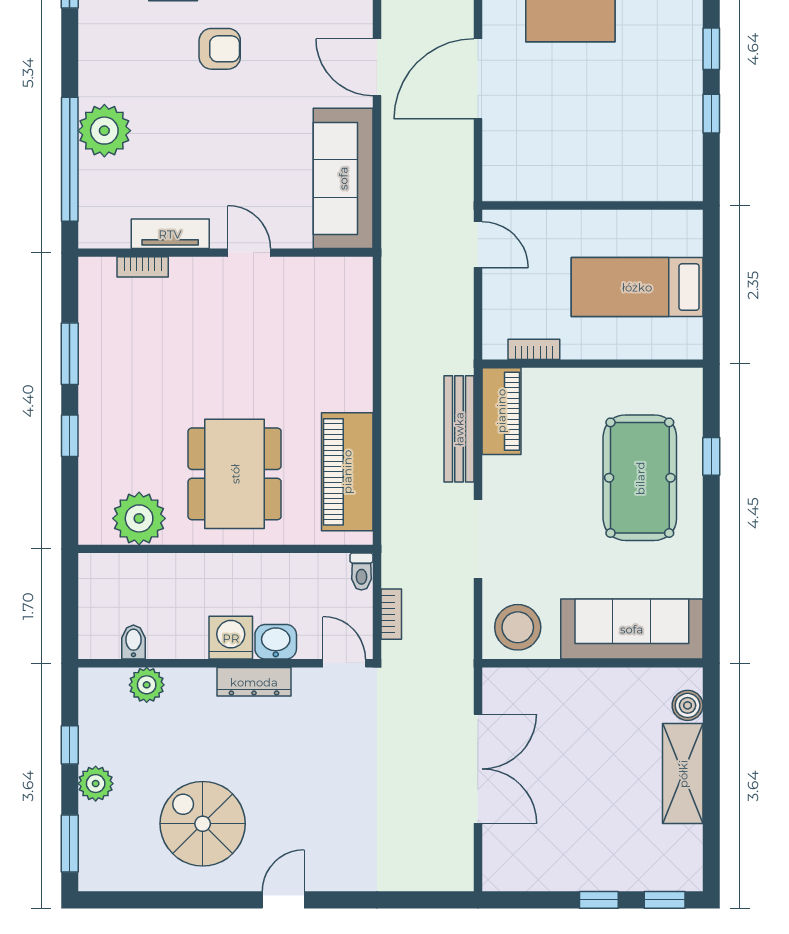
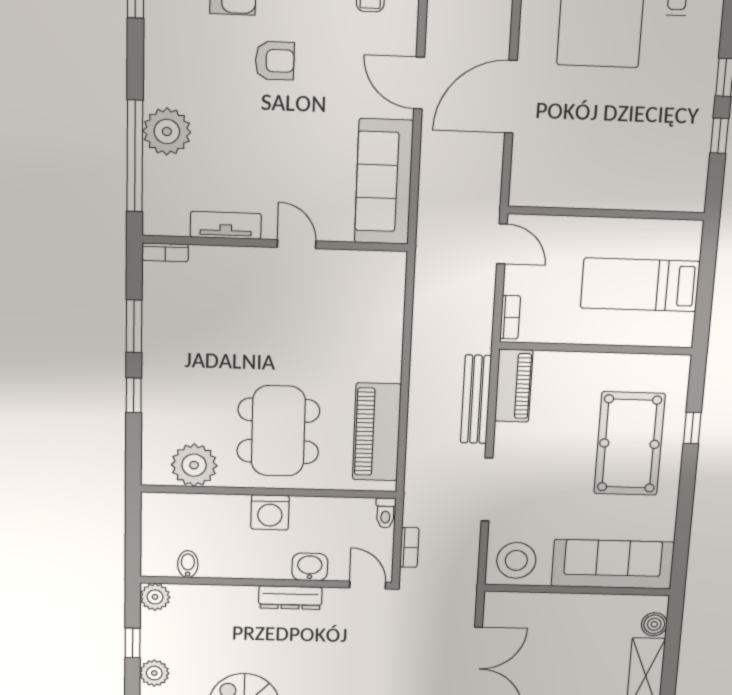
bookcase: (143, 267) -> (165, 252), moved
bookcase: (534, 349) -> (510, 317), moved, turned 90
washing machine: (231, 638) -> (270, 512), moved, turned 180
plant: (147, 685) -> (155, 597), moved

